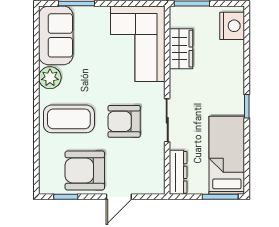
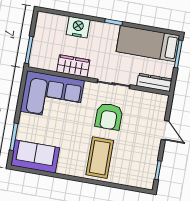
nightstand: (232, 26) -> (78, 27), moved
wardrobe: (181, 49) -> (73, 66), moved
plant: (50, 78) -> (66, 167), removed
armchair: (85, 170) -> (141, 153), removed

